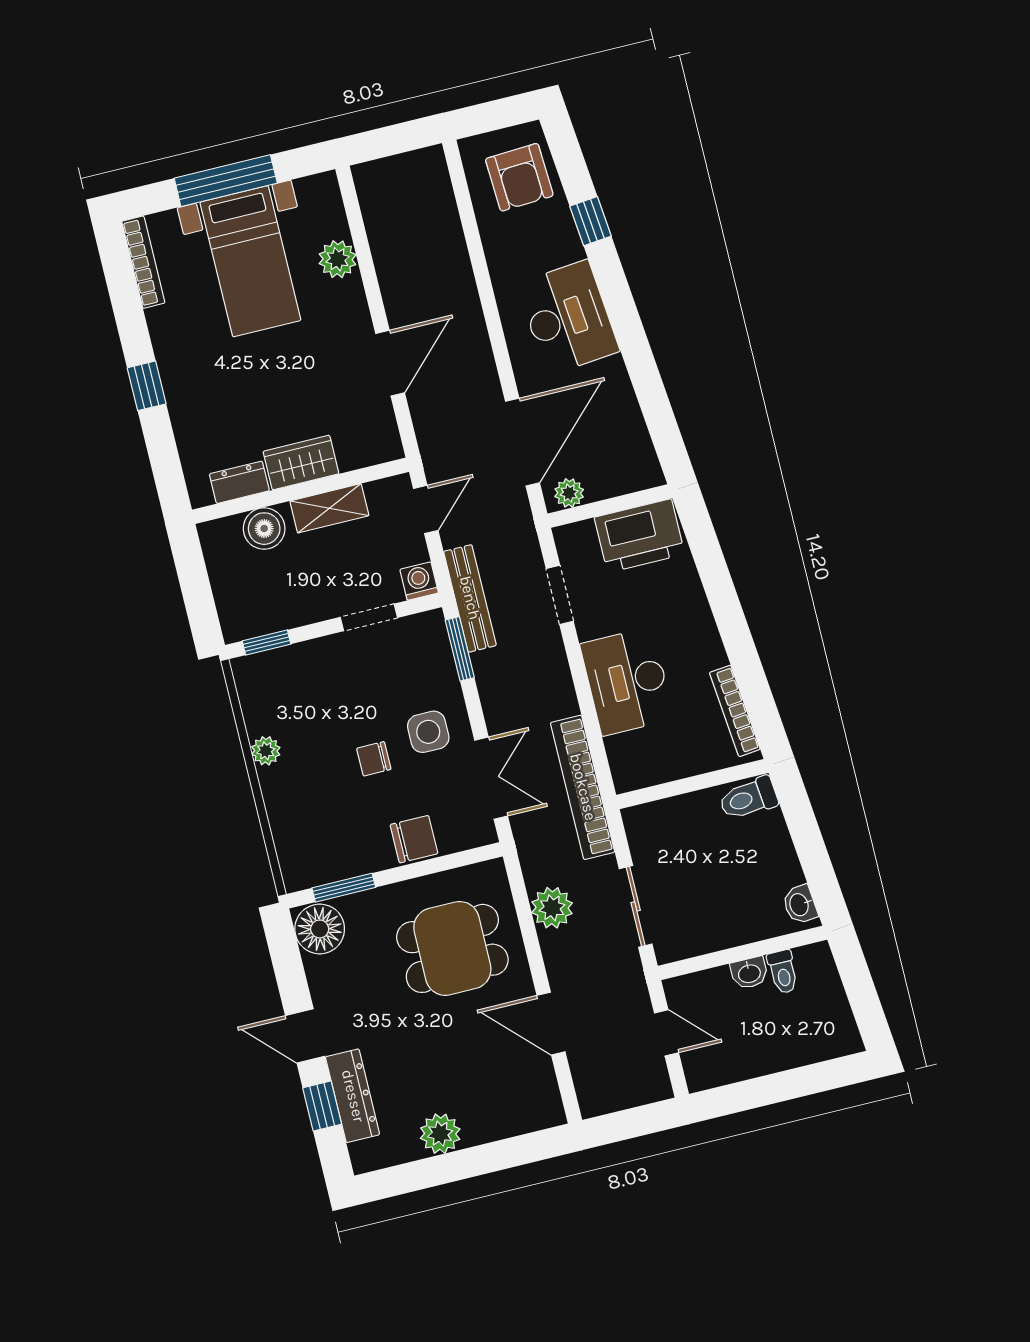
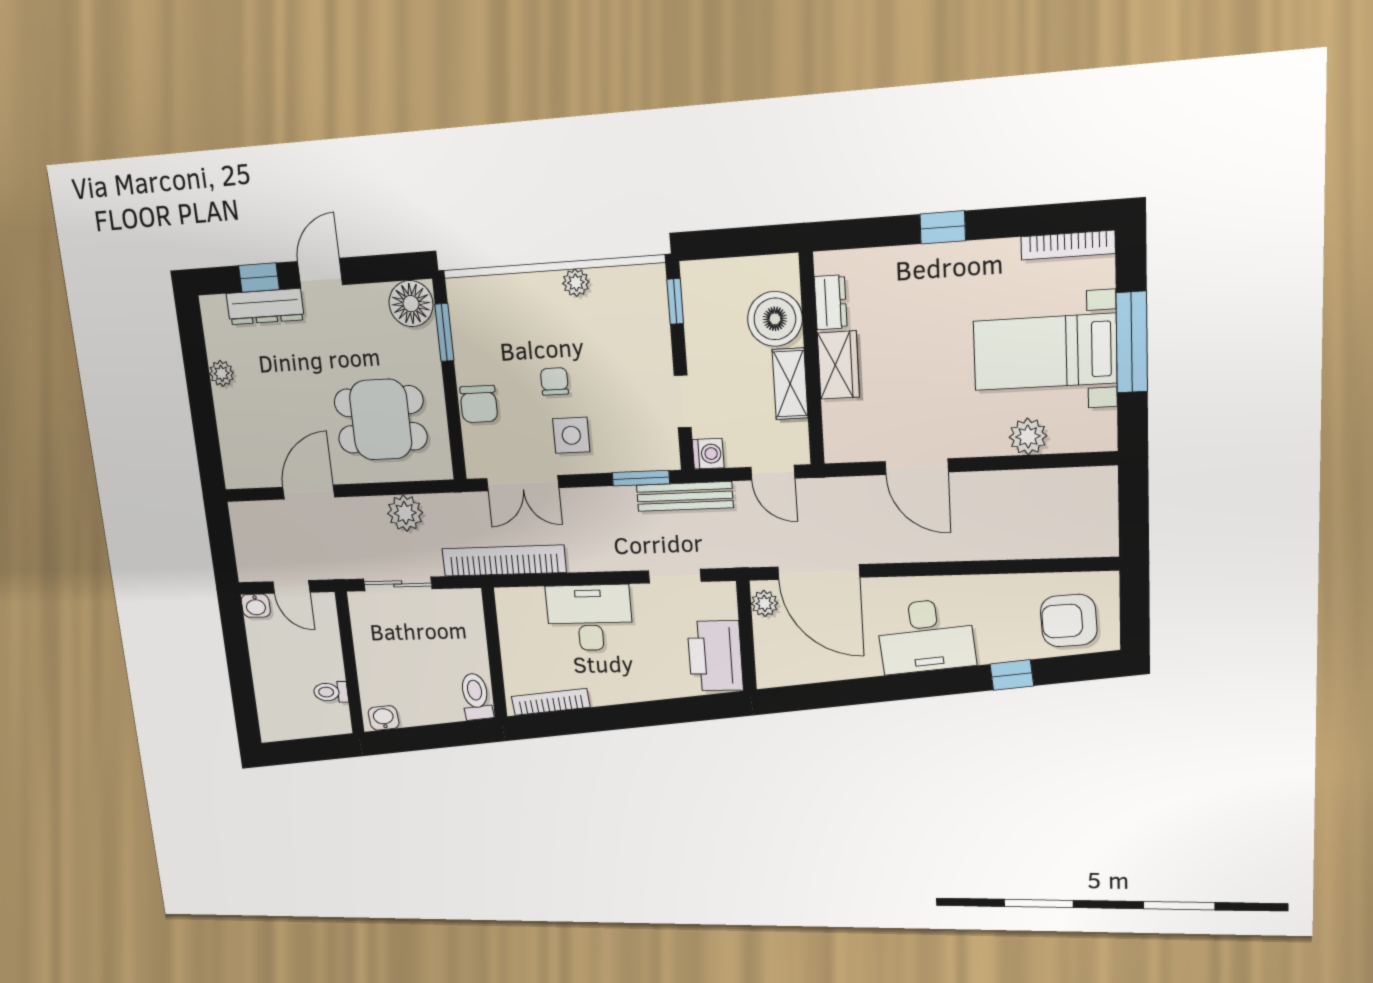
boiler: (264, 529) -> (775, 319), width x1.37, depth x1.37
dining table: (452, 948) -> (381, 420), turned 90
washbasin: (749, 973) -> (256, 606), moved, turned -90
door: (666, 1033) -> (291, 587), hinge flipped
plant: (440, 1134) -> (222, 373), width x0.73, depth x0.73

